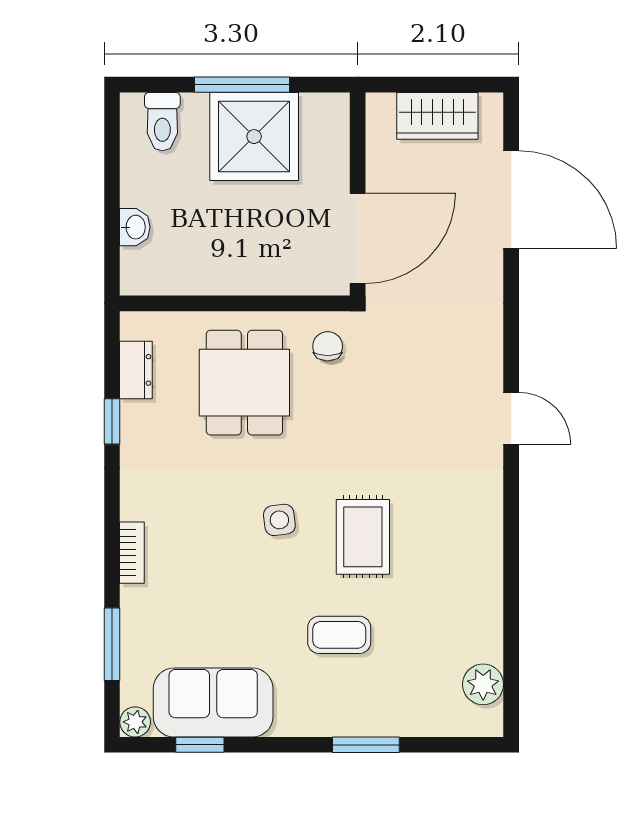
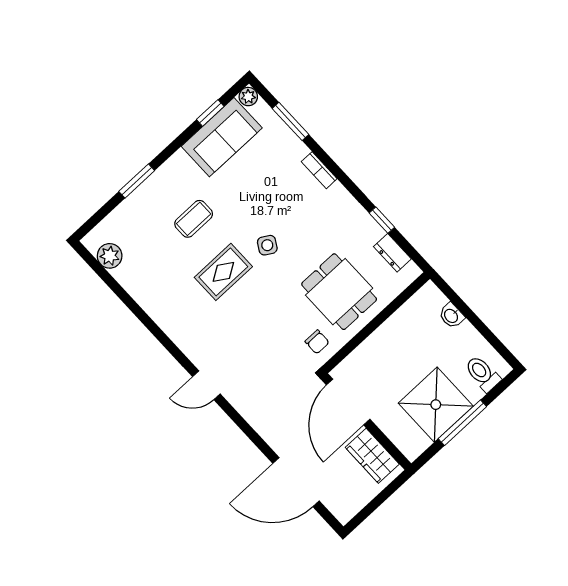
wardrobe: (437, 116) -> (372, 456), moved, turned -90
side table: (279, 520) -> (267, 245), turned 38
rug: (363, 537) -> (223, 272), turned 90

